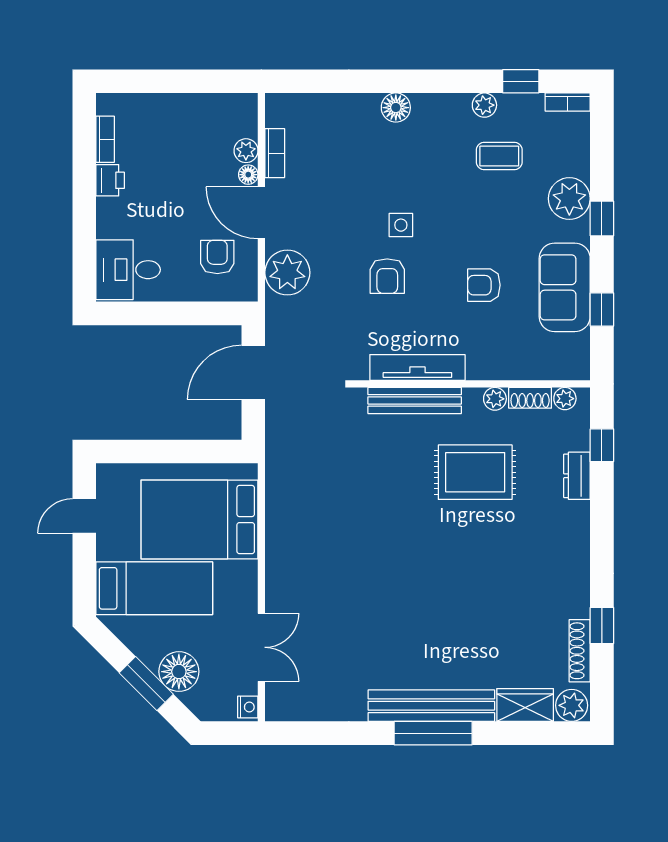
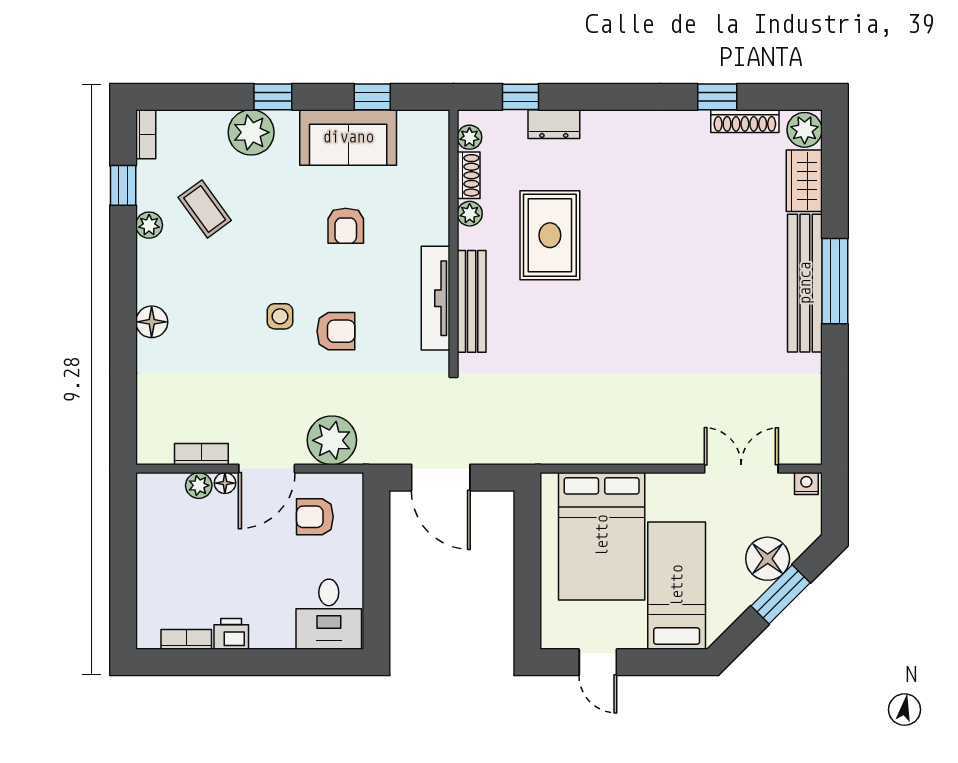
coffee table: (499, 156) -> (205, 209), turned -36

